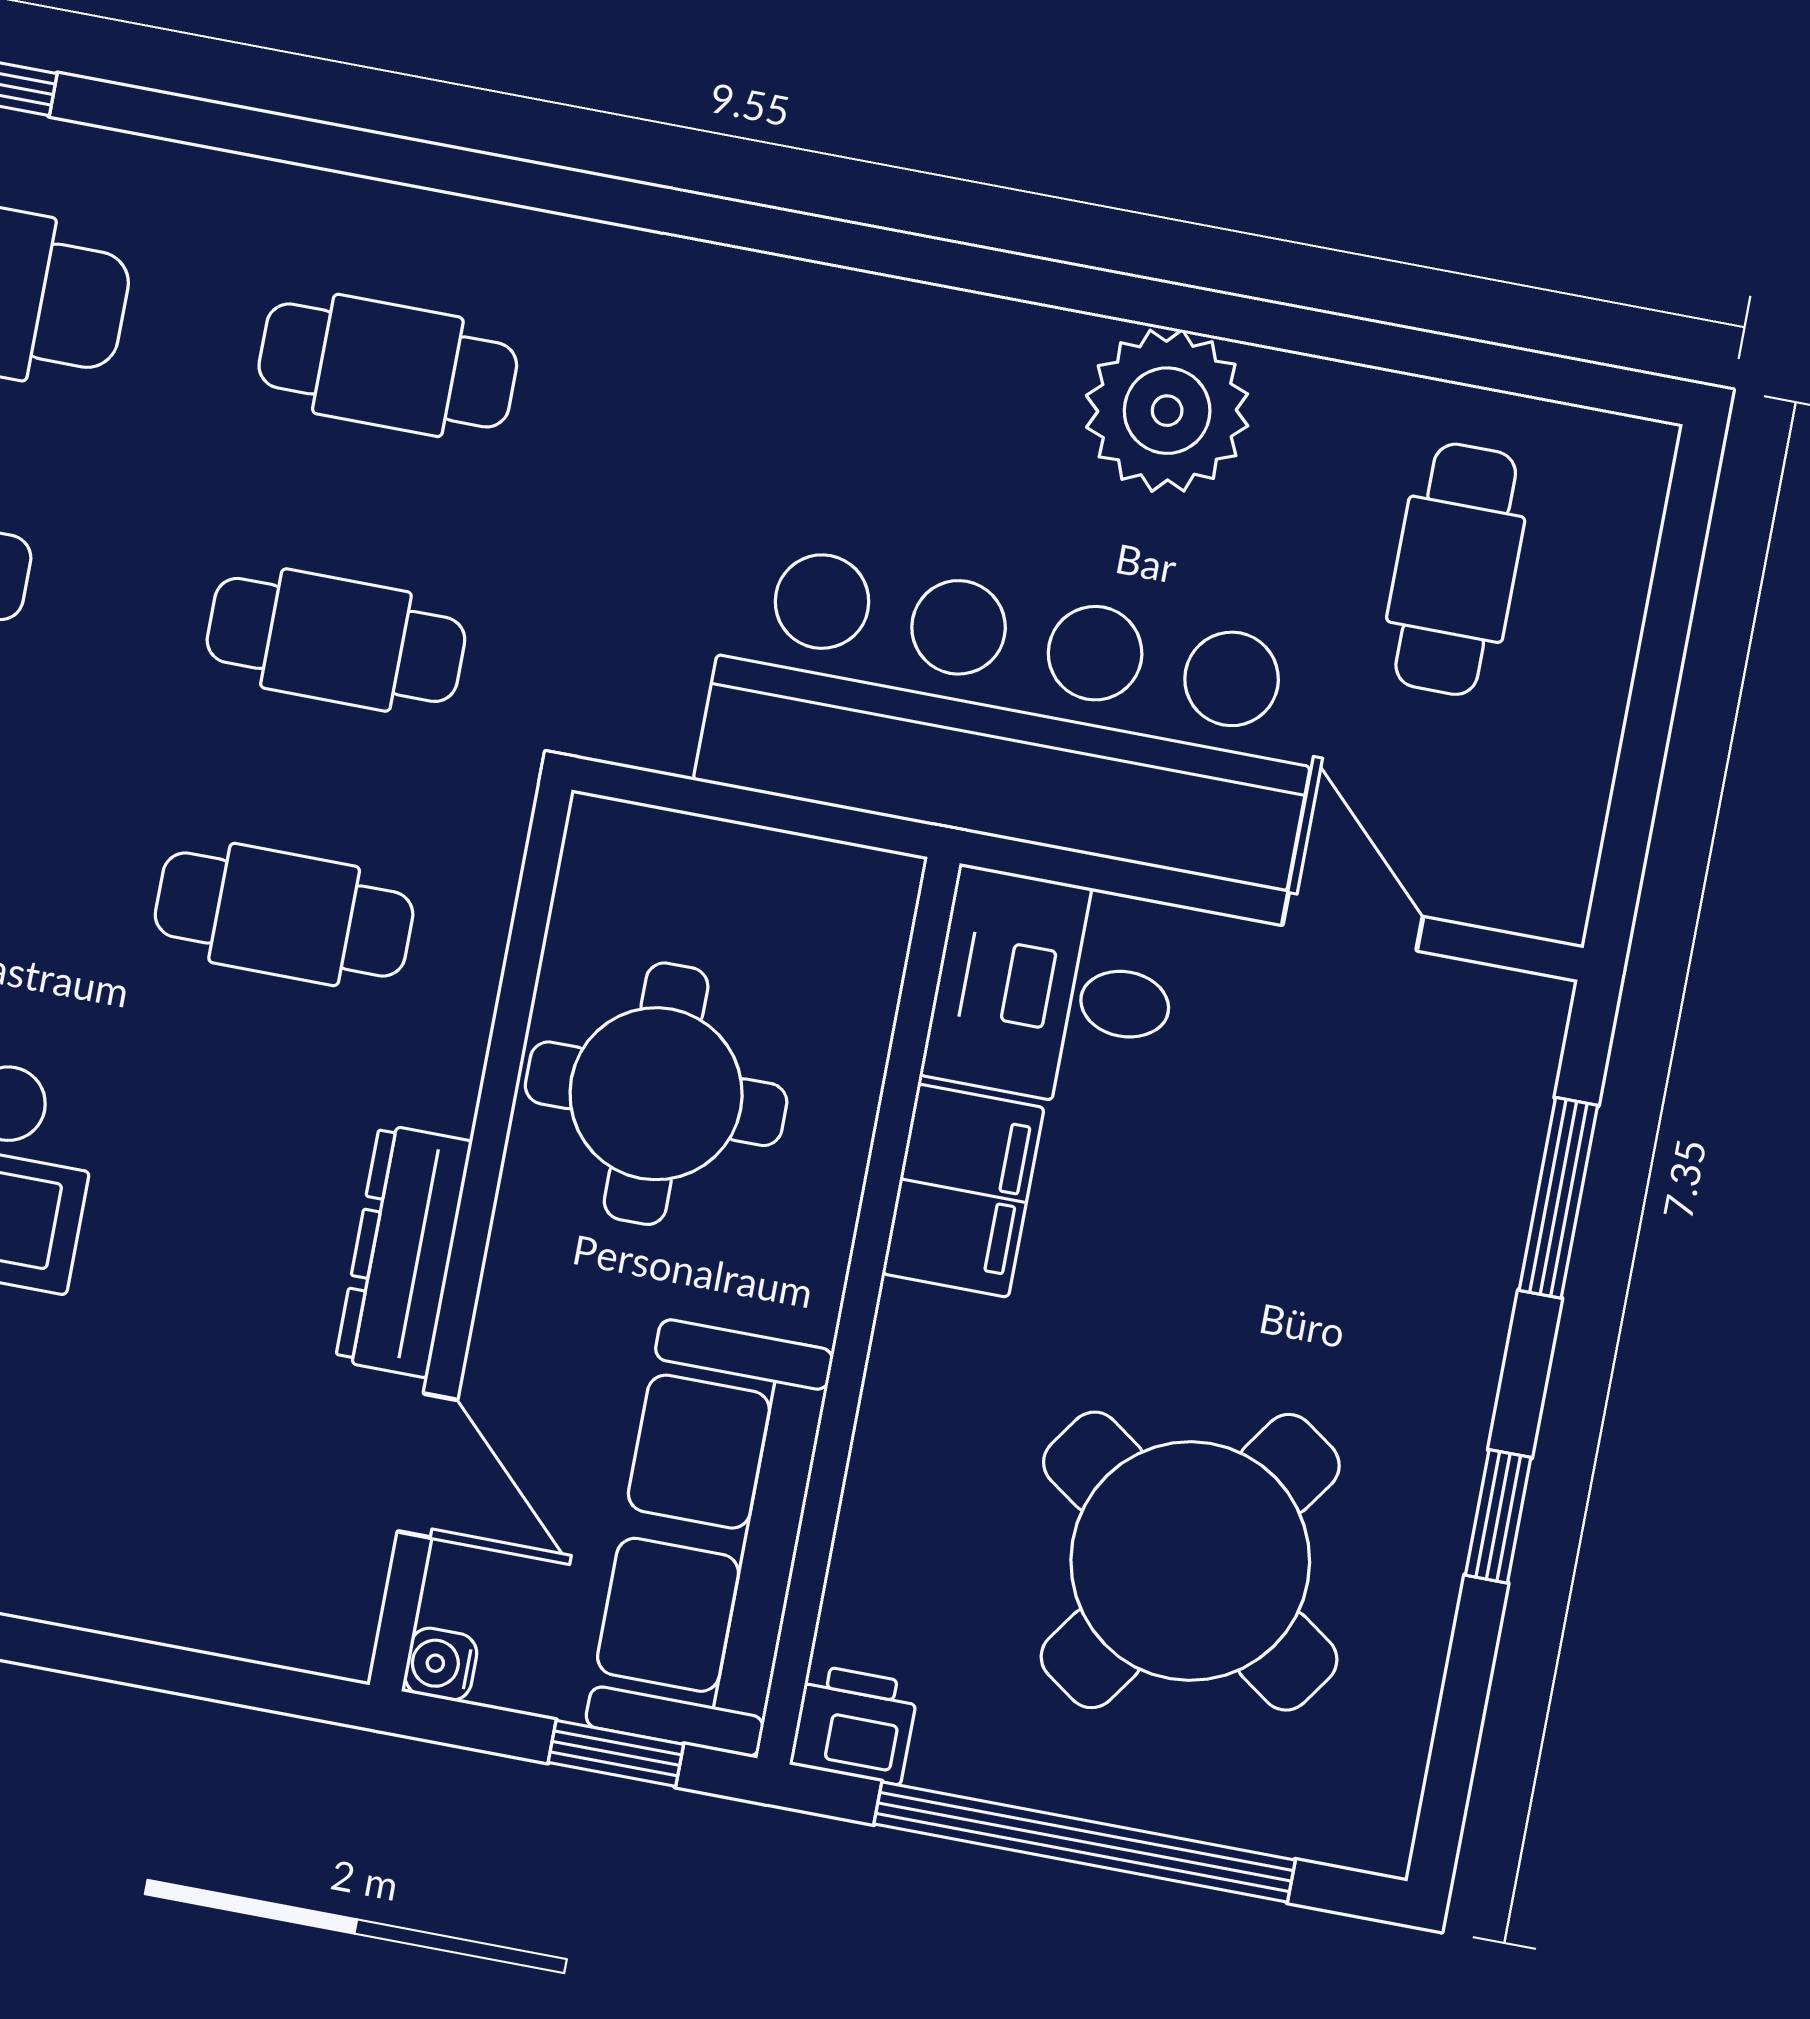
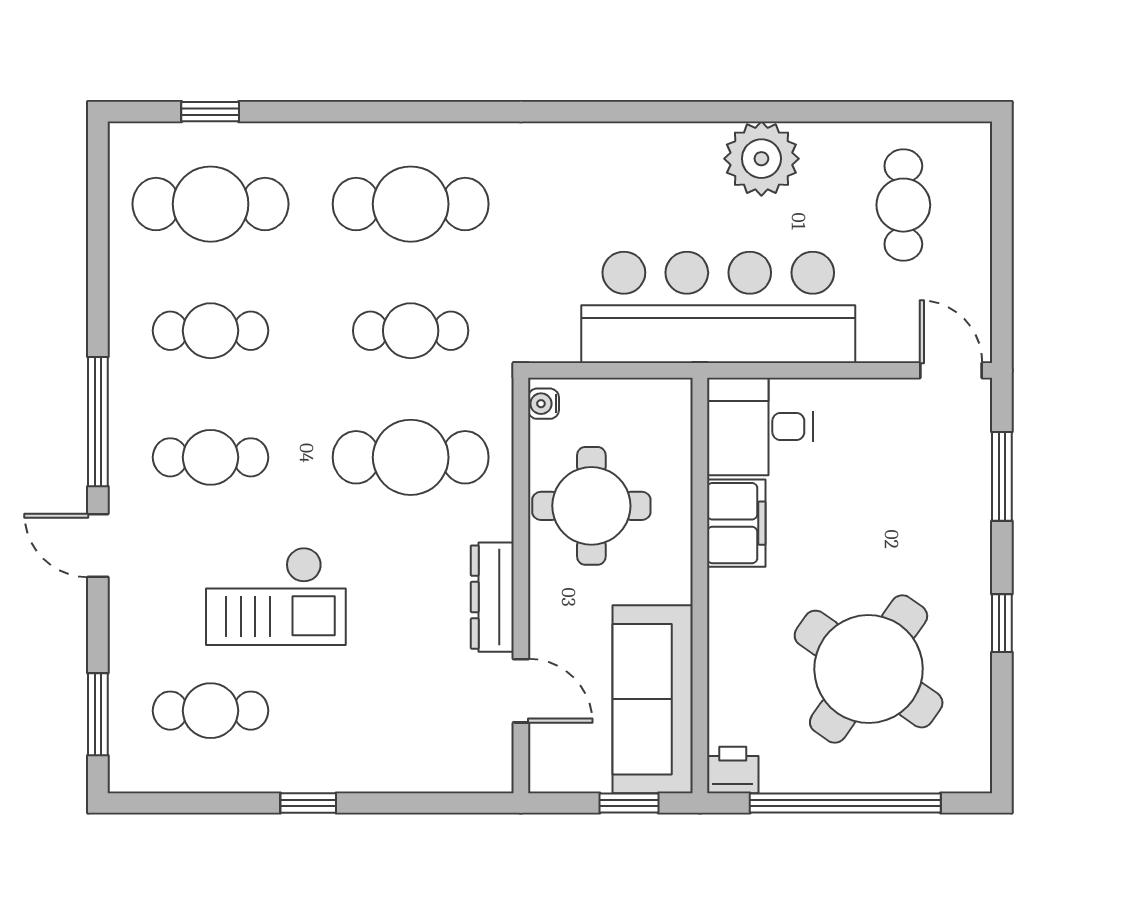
cafe table: (388, 365) -> (411, 204), width x1.37, depth x1.35
cafe table: (284, 914) -> (411, 457), width x1.37, depth x1.35
door: (1353, 921) -> (951, 370), moved
water cooler: (441, 1664) -> (543, 404), moved

